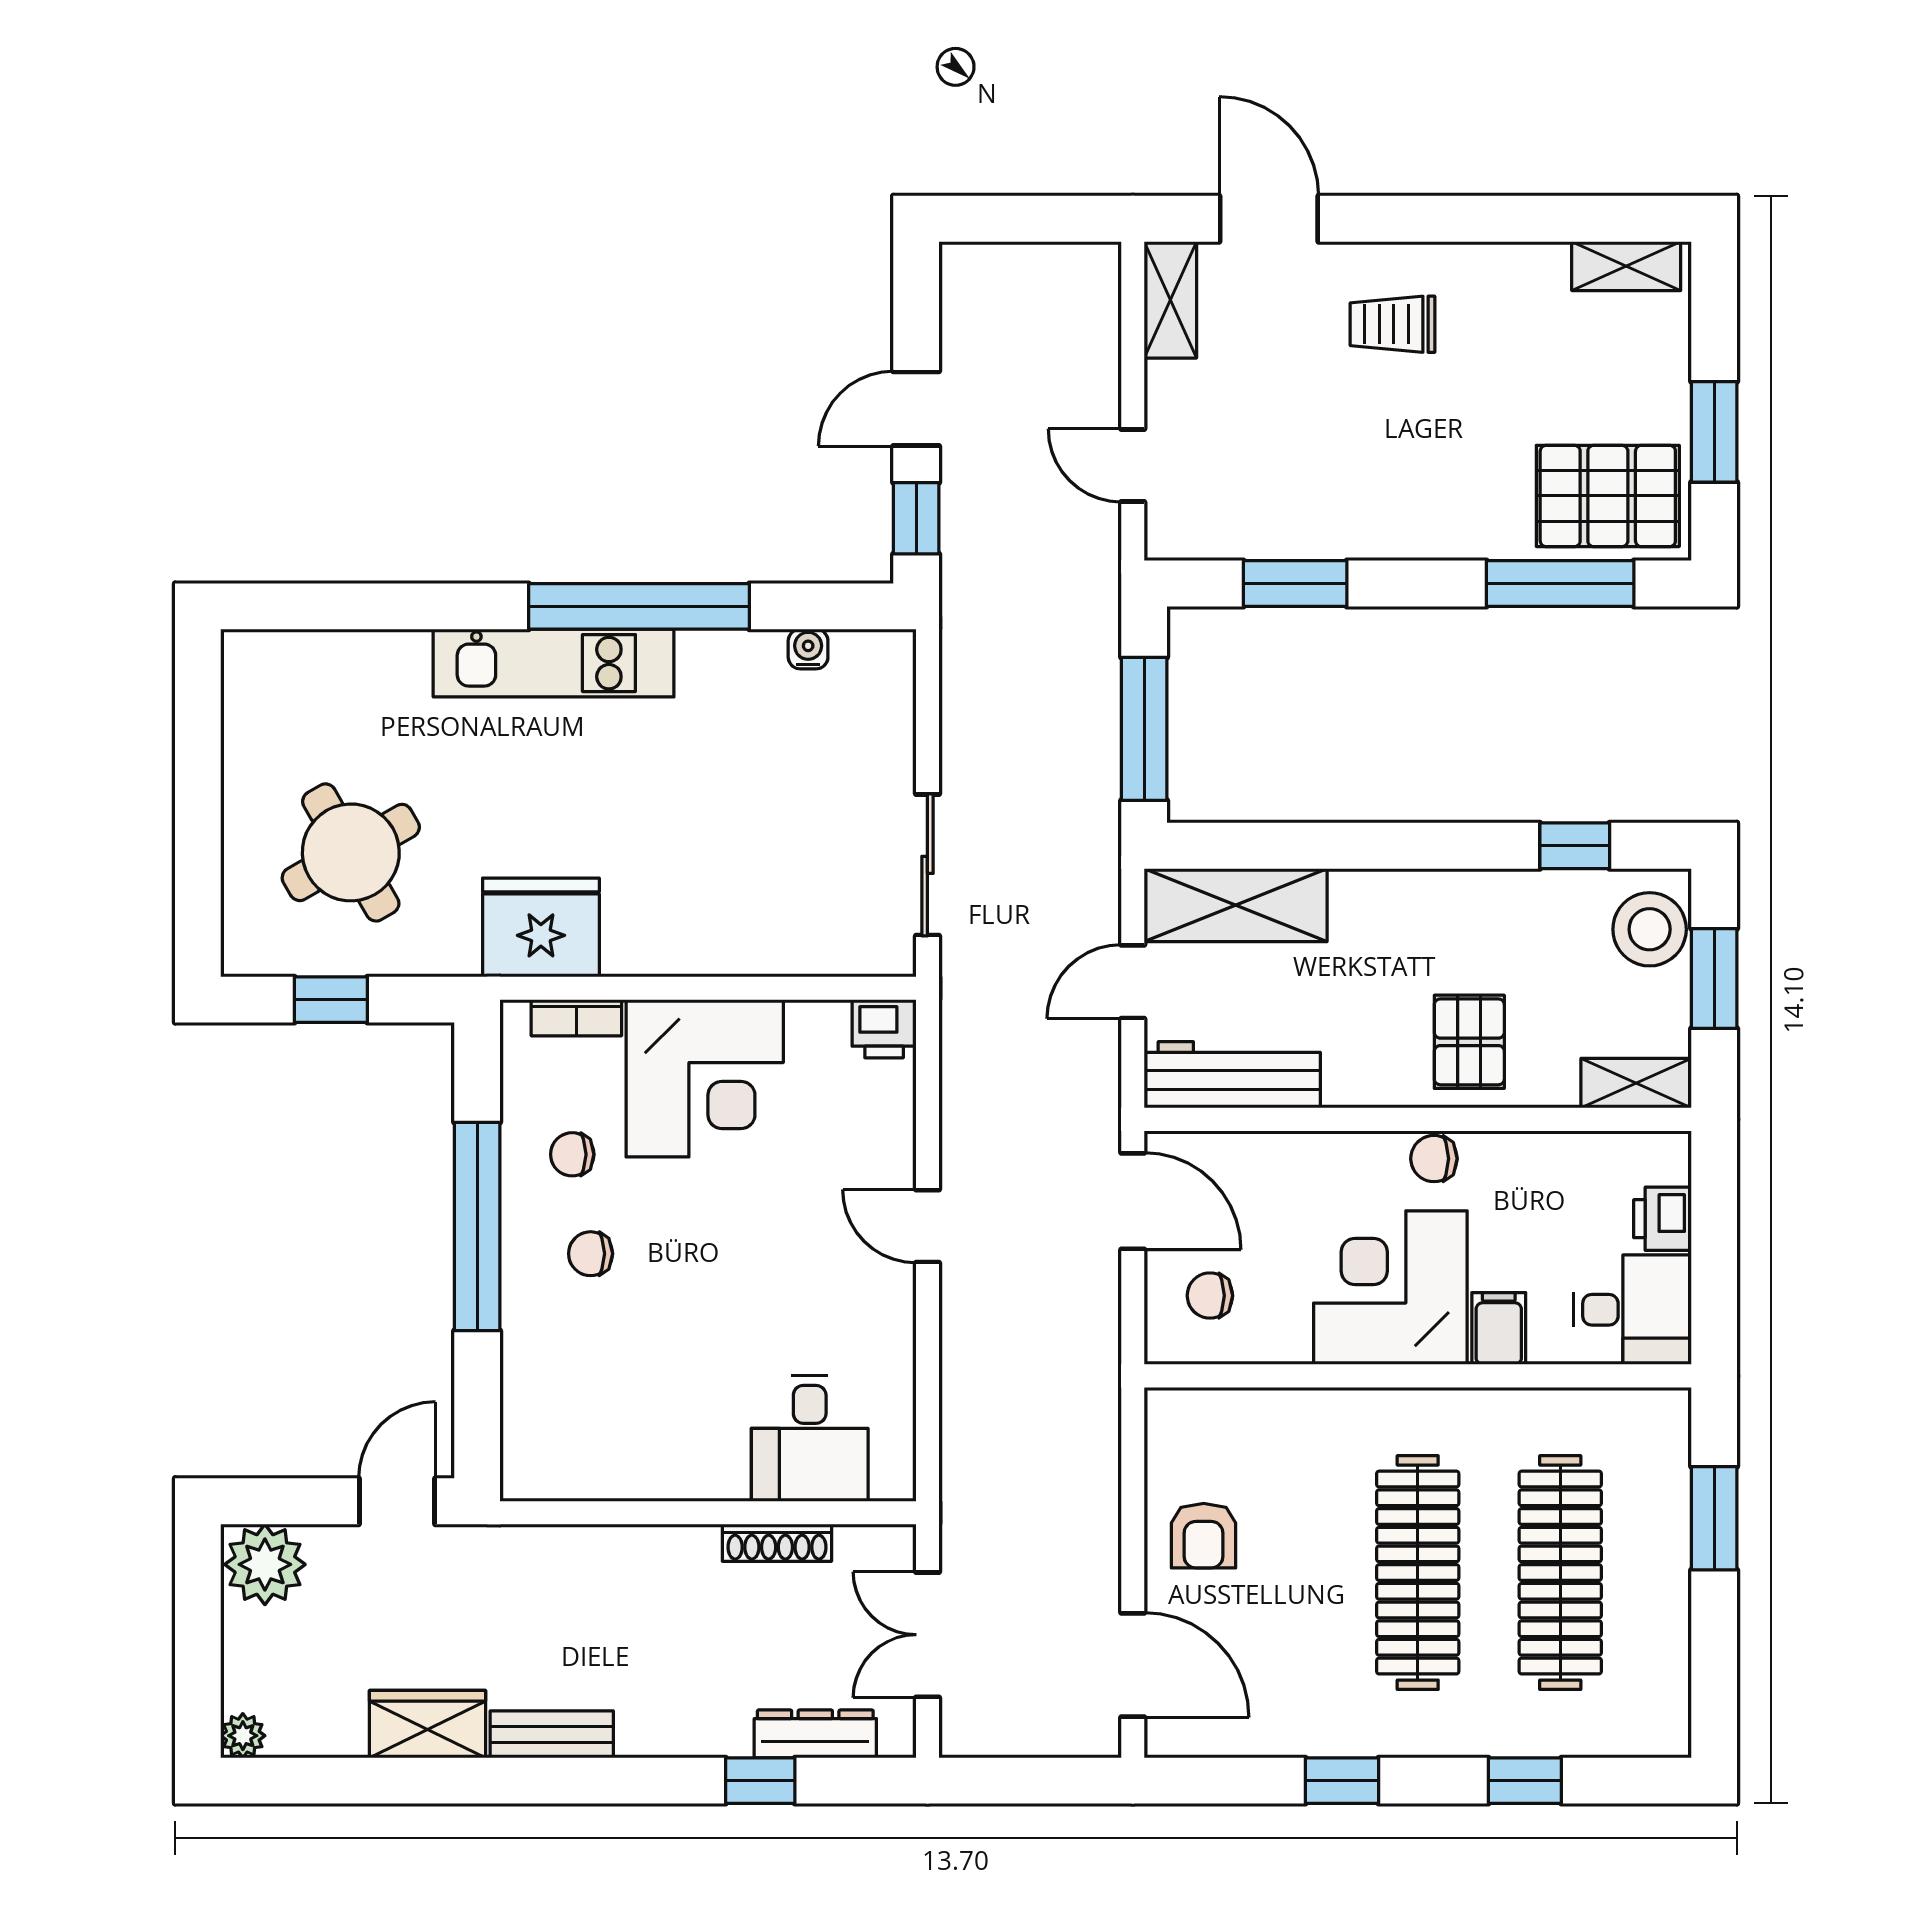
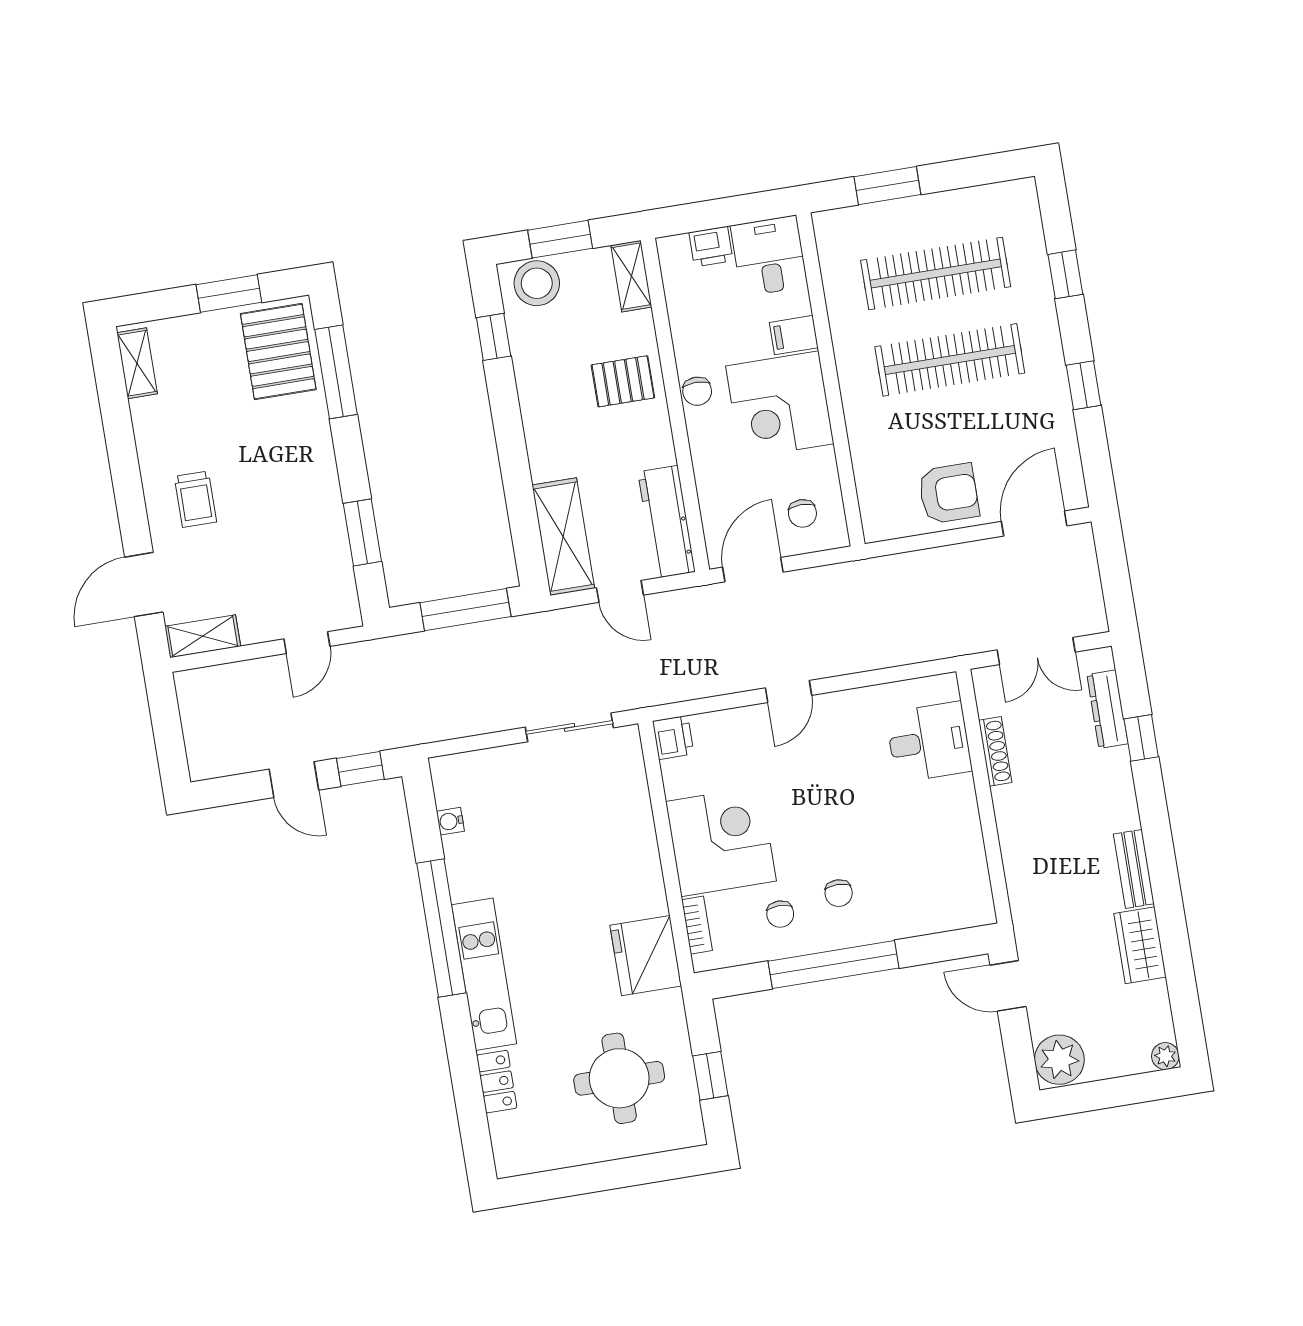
locker: (378, 655) -> (497, 1082), added
round table: (351, 852) -> (619, 1078), turned 30
armchair: (1204, 1536) -> (949, 493), width x1.38, depth x1.38

